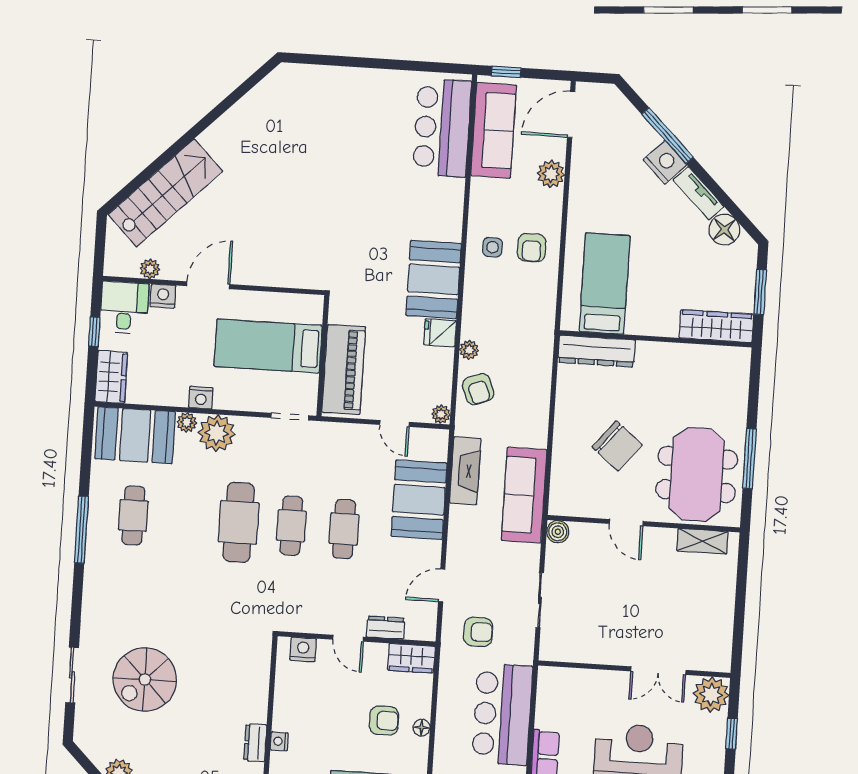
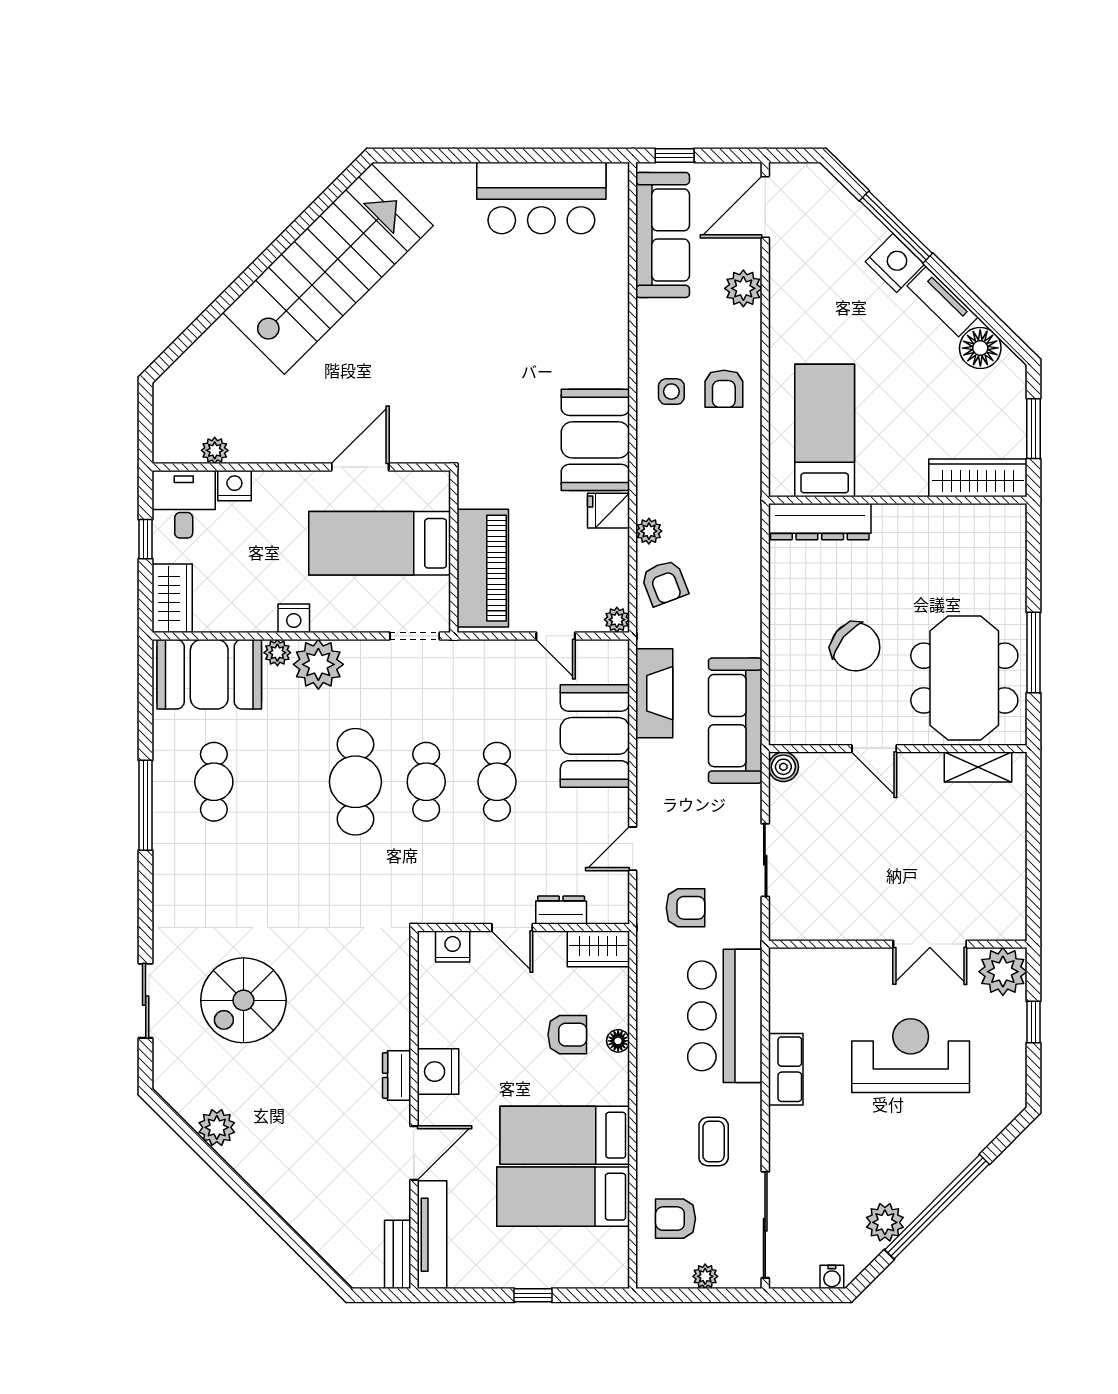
bar counter: (442, 128) -> (541, 198), moved, turned -90
stairs: (165, 193) -> (328, 269), moved, width x1.36, depth x1.51
door: (208, 285) -> (360, 467), moved
nightstand: (279, 741) -> (438, 1072), width x1.89, depth x1.79

